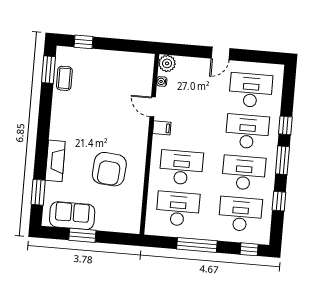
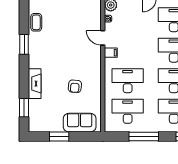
window: (48, 70) -> (24, 44), moved
armchair: (109, 169) -> (75, 86), width x0.53, depth x0.53
sofa: (72, 216) -> (80, 123), moved

